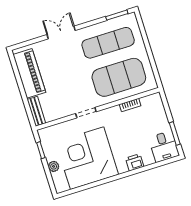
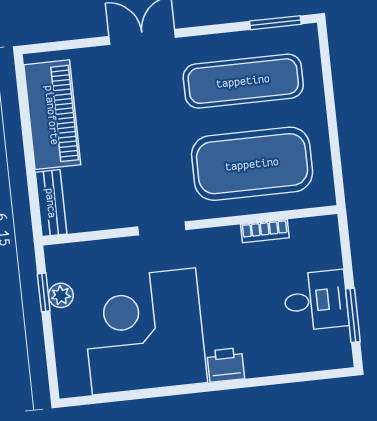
desk: (164, 146) -> (316, 300), moved, turned -90
printer: (135, 162) -> (226, 365), moved
plant: (54, 166) -> (61, 295), moved

